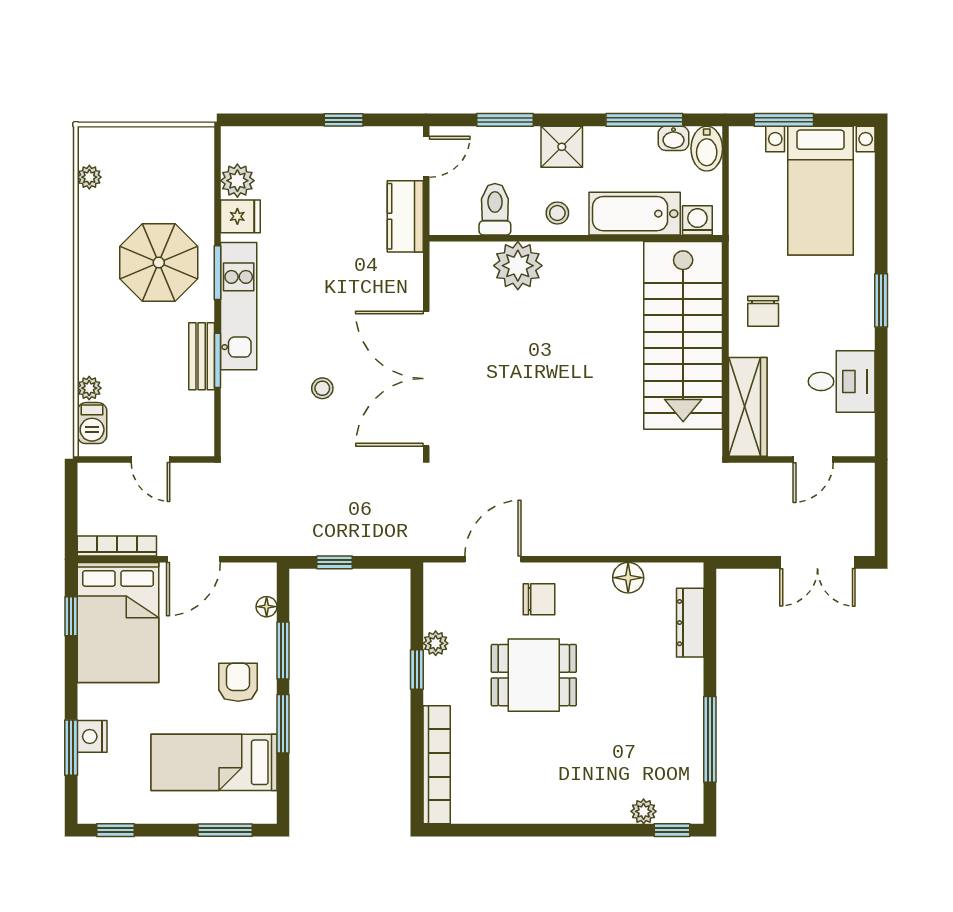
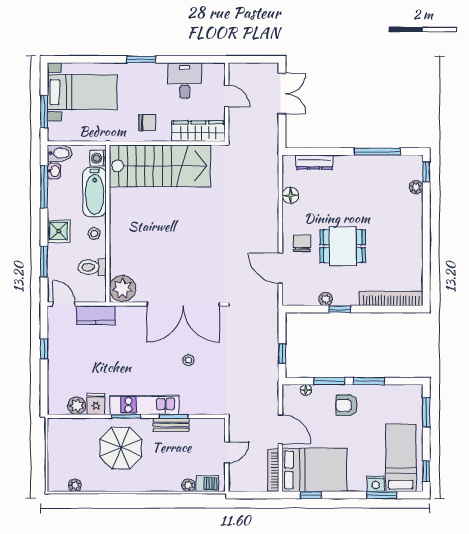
plant: (518, 266) -> (122, 288), moved
dining table: (534, 675) -> (343, 246), turned 90
bed: (214, 762) -> (401, 458), moved, turned 180

